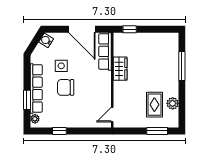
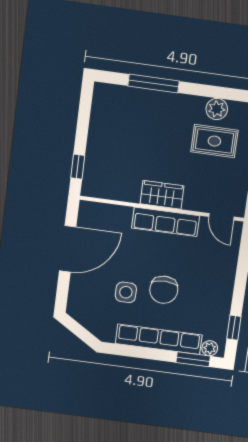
water cooler: (46, 40) -> (79, 312), removed
row of seats: (105, 51) -> (165, 222), moved
wardrobe: (120, 69) -> (162, 195), moved
window: (27, 100) -> (193, 359), moved
window: (59, 131) -> (234, 328), moved

